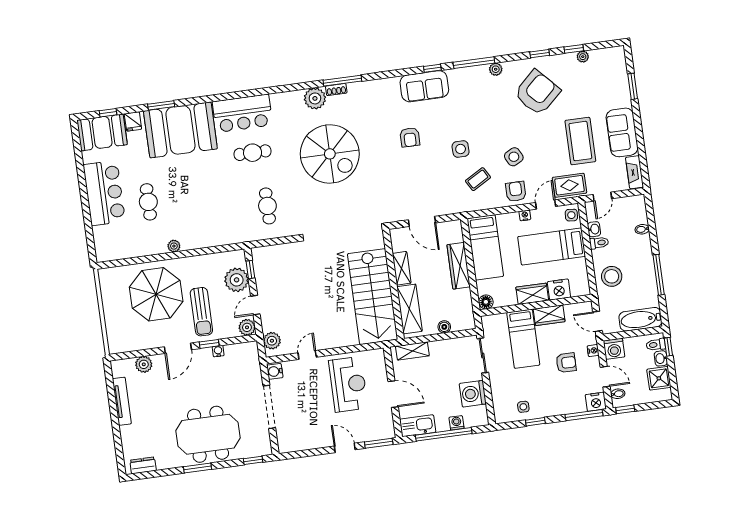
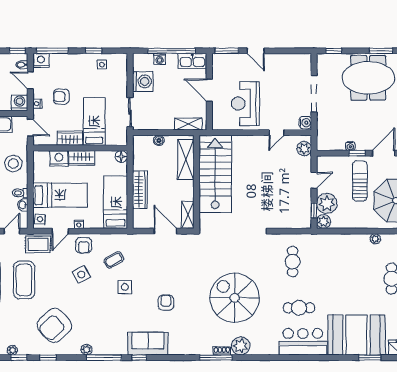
shelving: (402, 268) -> (188, 215), moved
plant: (247, 327) -> (324, 222), moved

